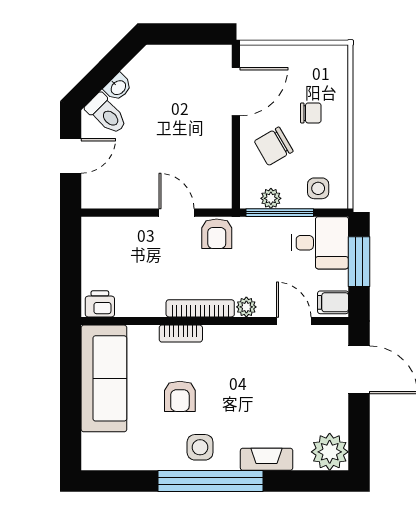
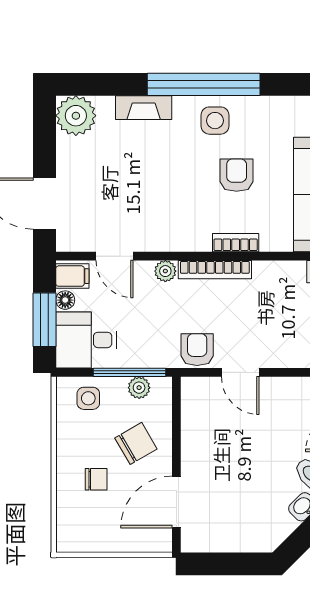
chair: (311, 113) -> (96, 479), turned 180
floor lamp: (340, 280) -> (65, 300), added

